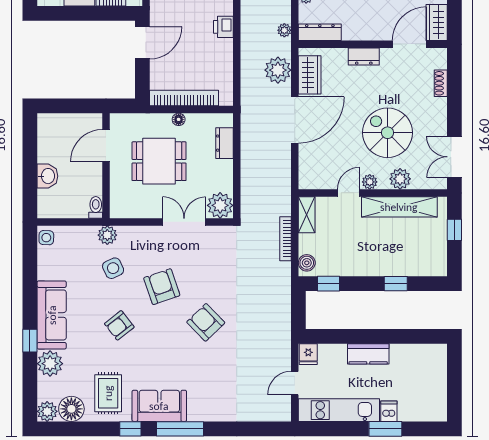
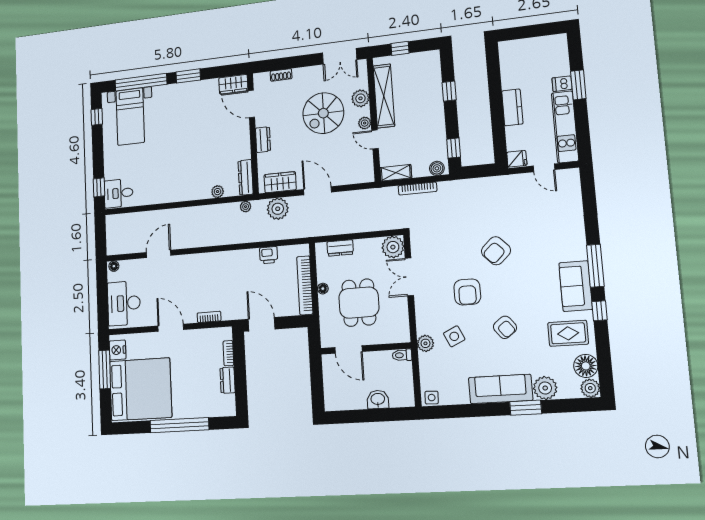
printer: (223, 27) -> (269, 255), moved
door: (295, 120) -> (317, 191), width x0.73
armchair: (162, 287) -> (467, 292), turned -71
window: (30, 341) -> (526, 408), width x1.50

